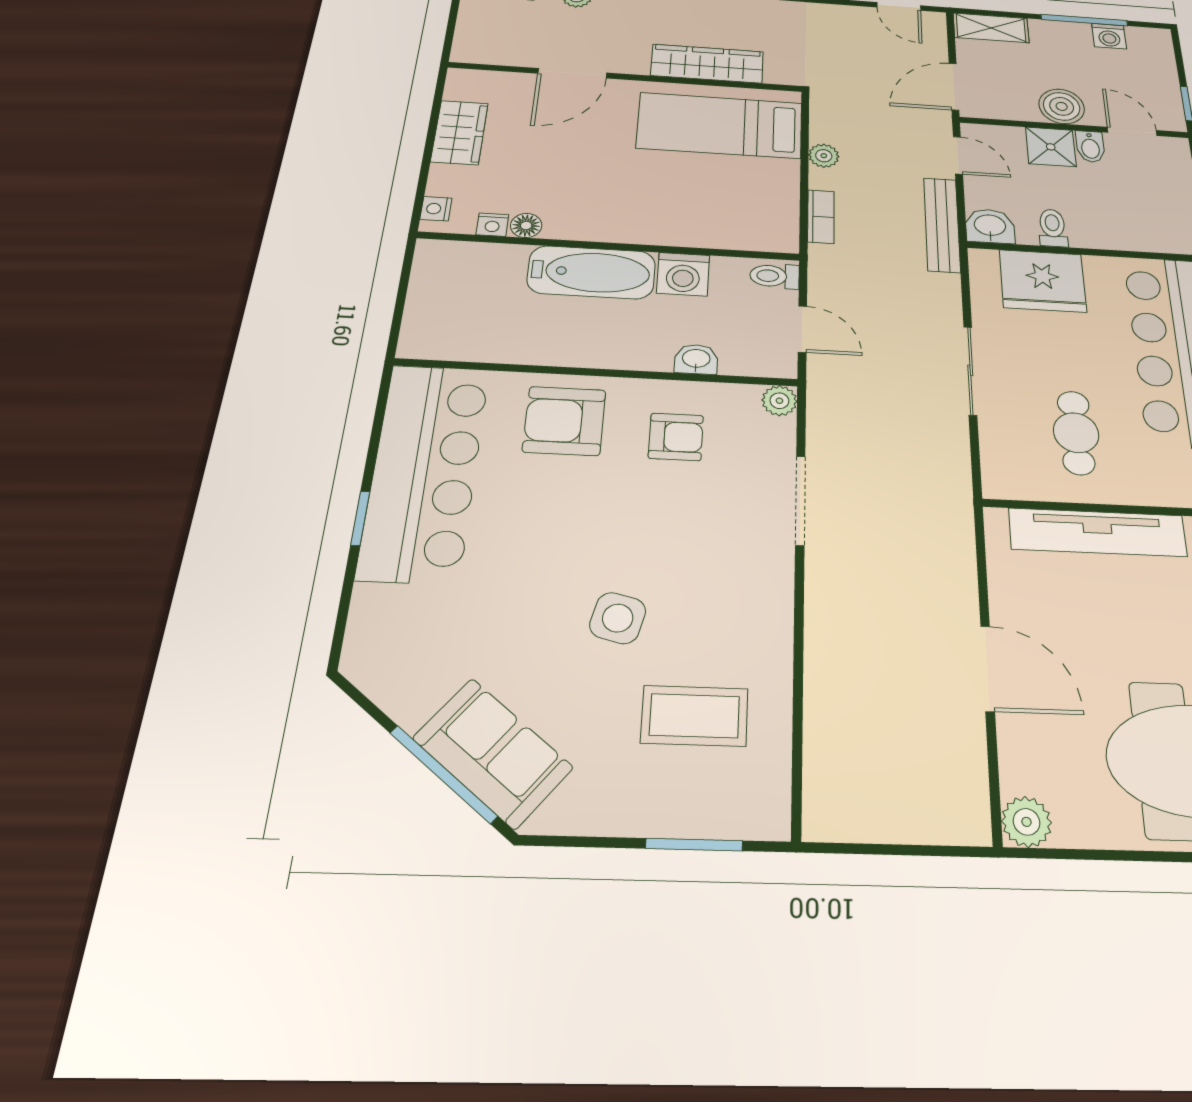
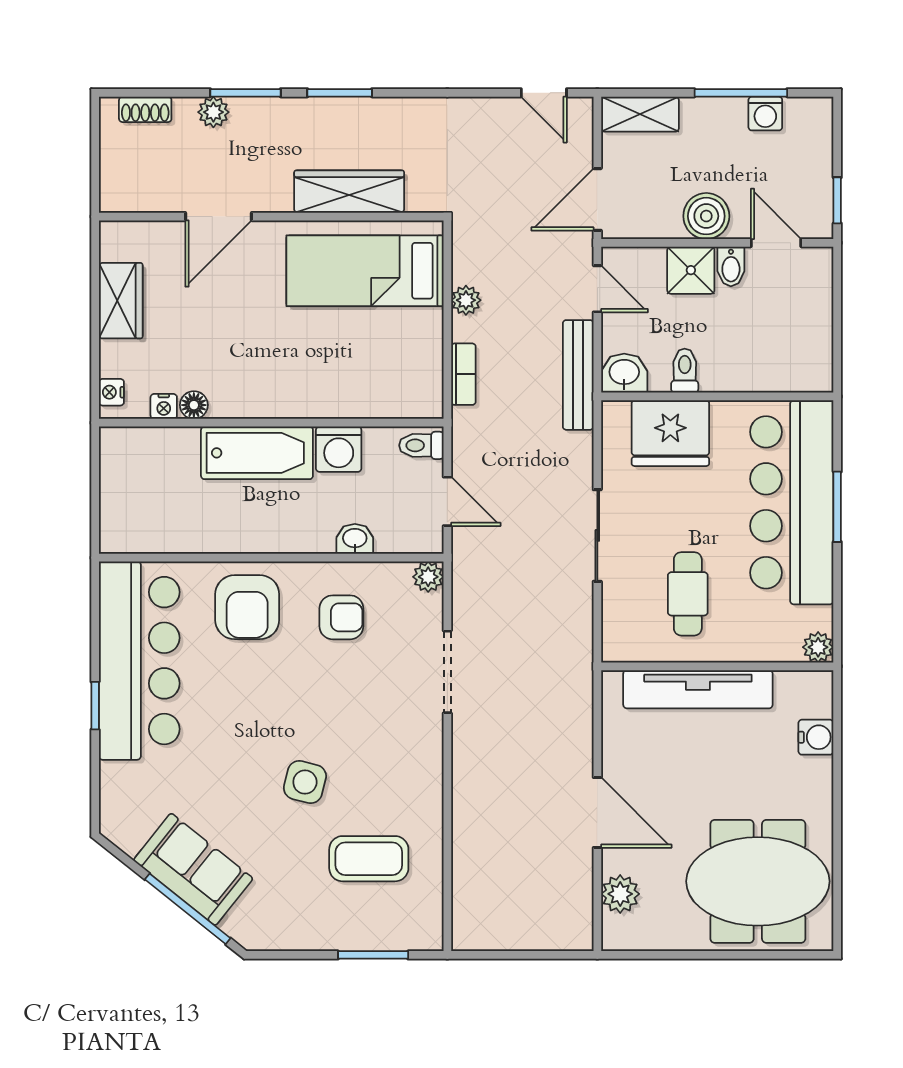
armchair: (564, 421) -> (247, 607), turned -90
sofa: (493, 753) -> (193, 869), moved
plant: (1027, 822) -> (620, 894), moved

